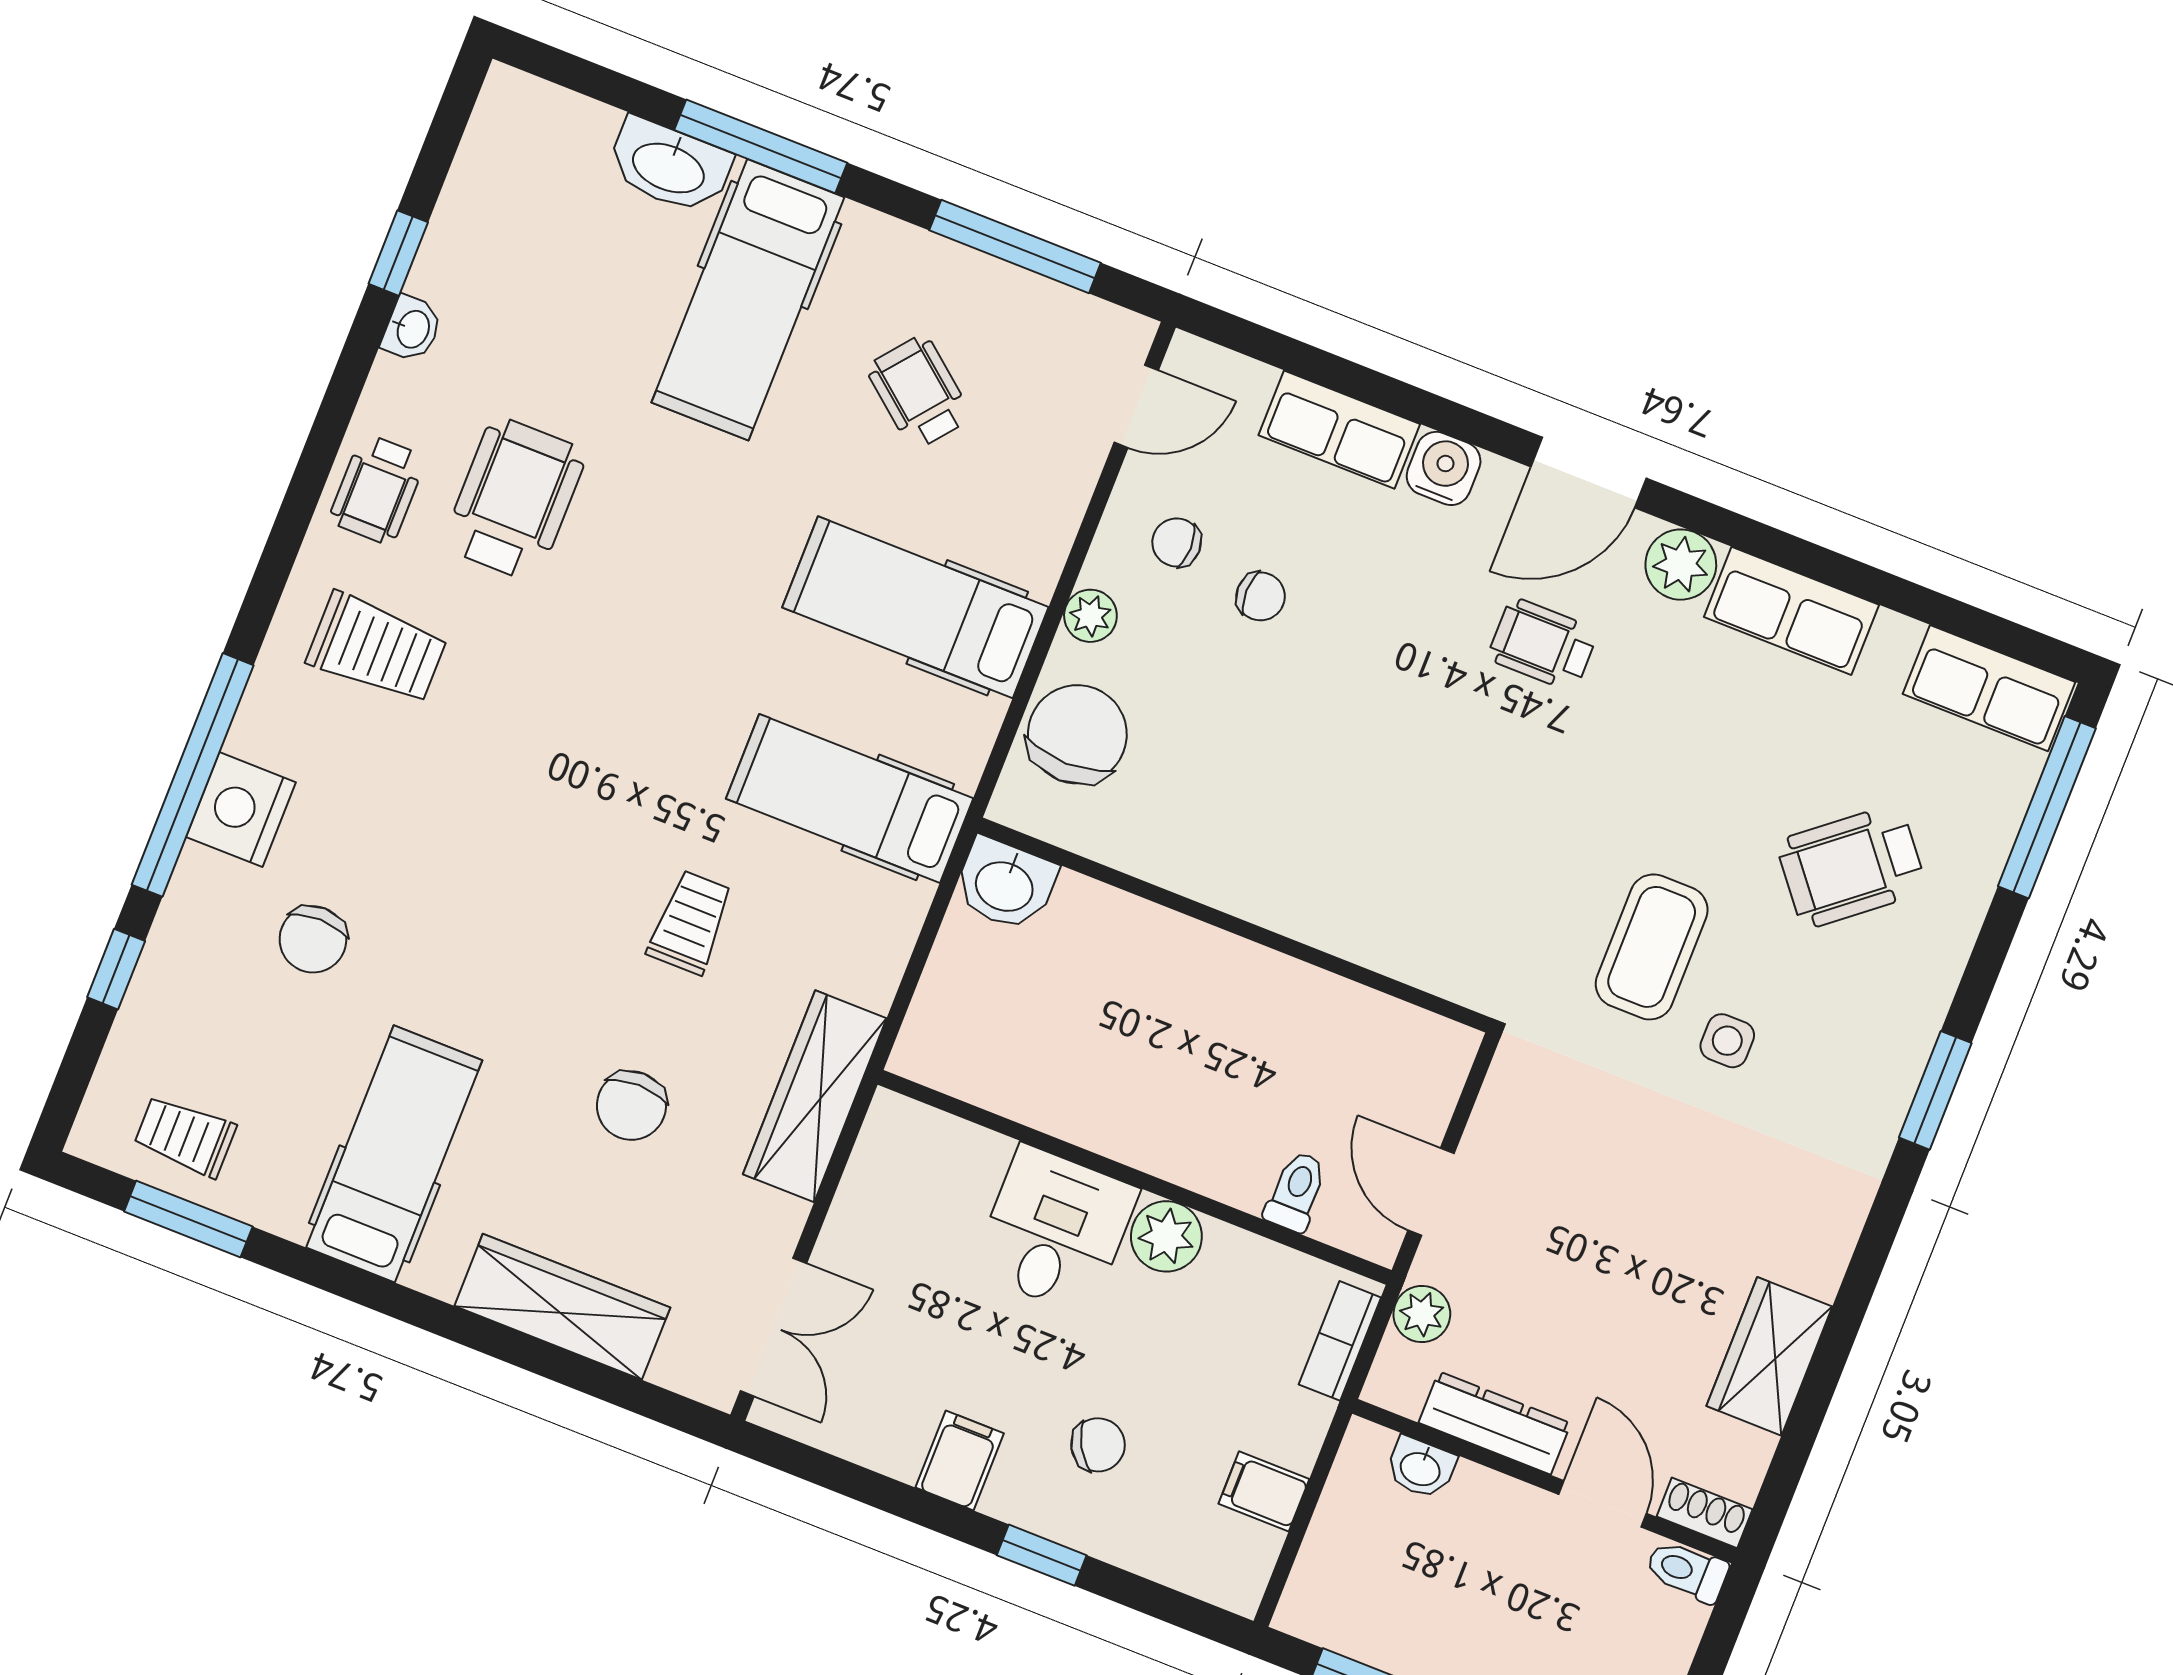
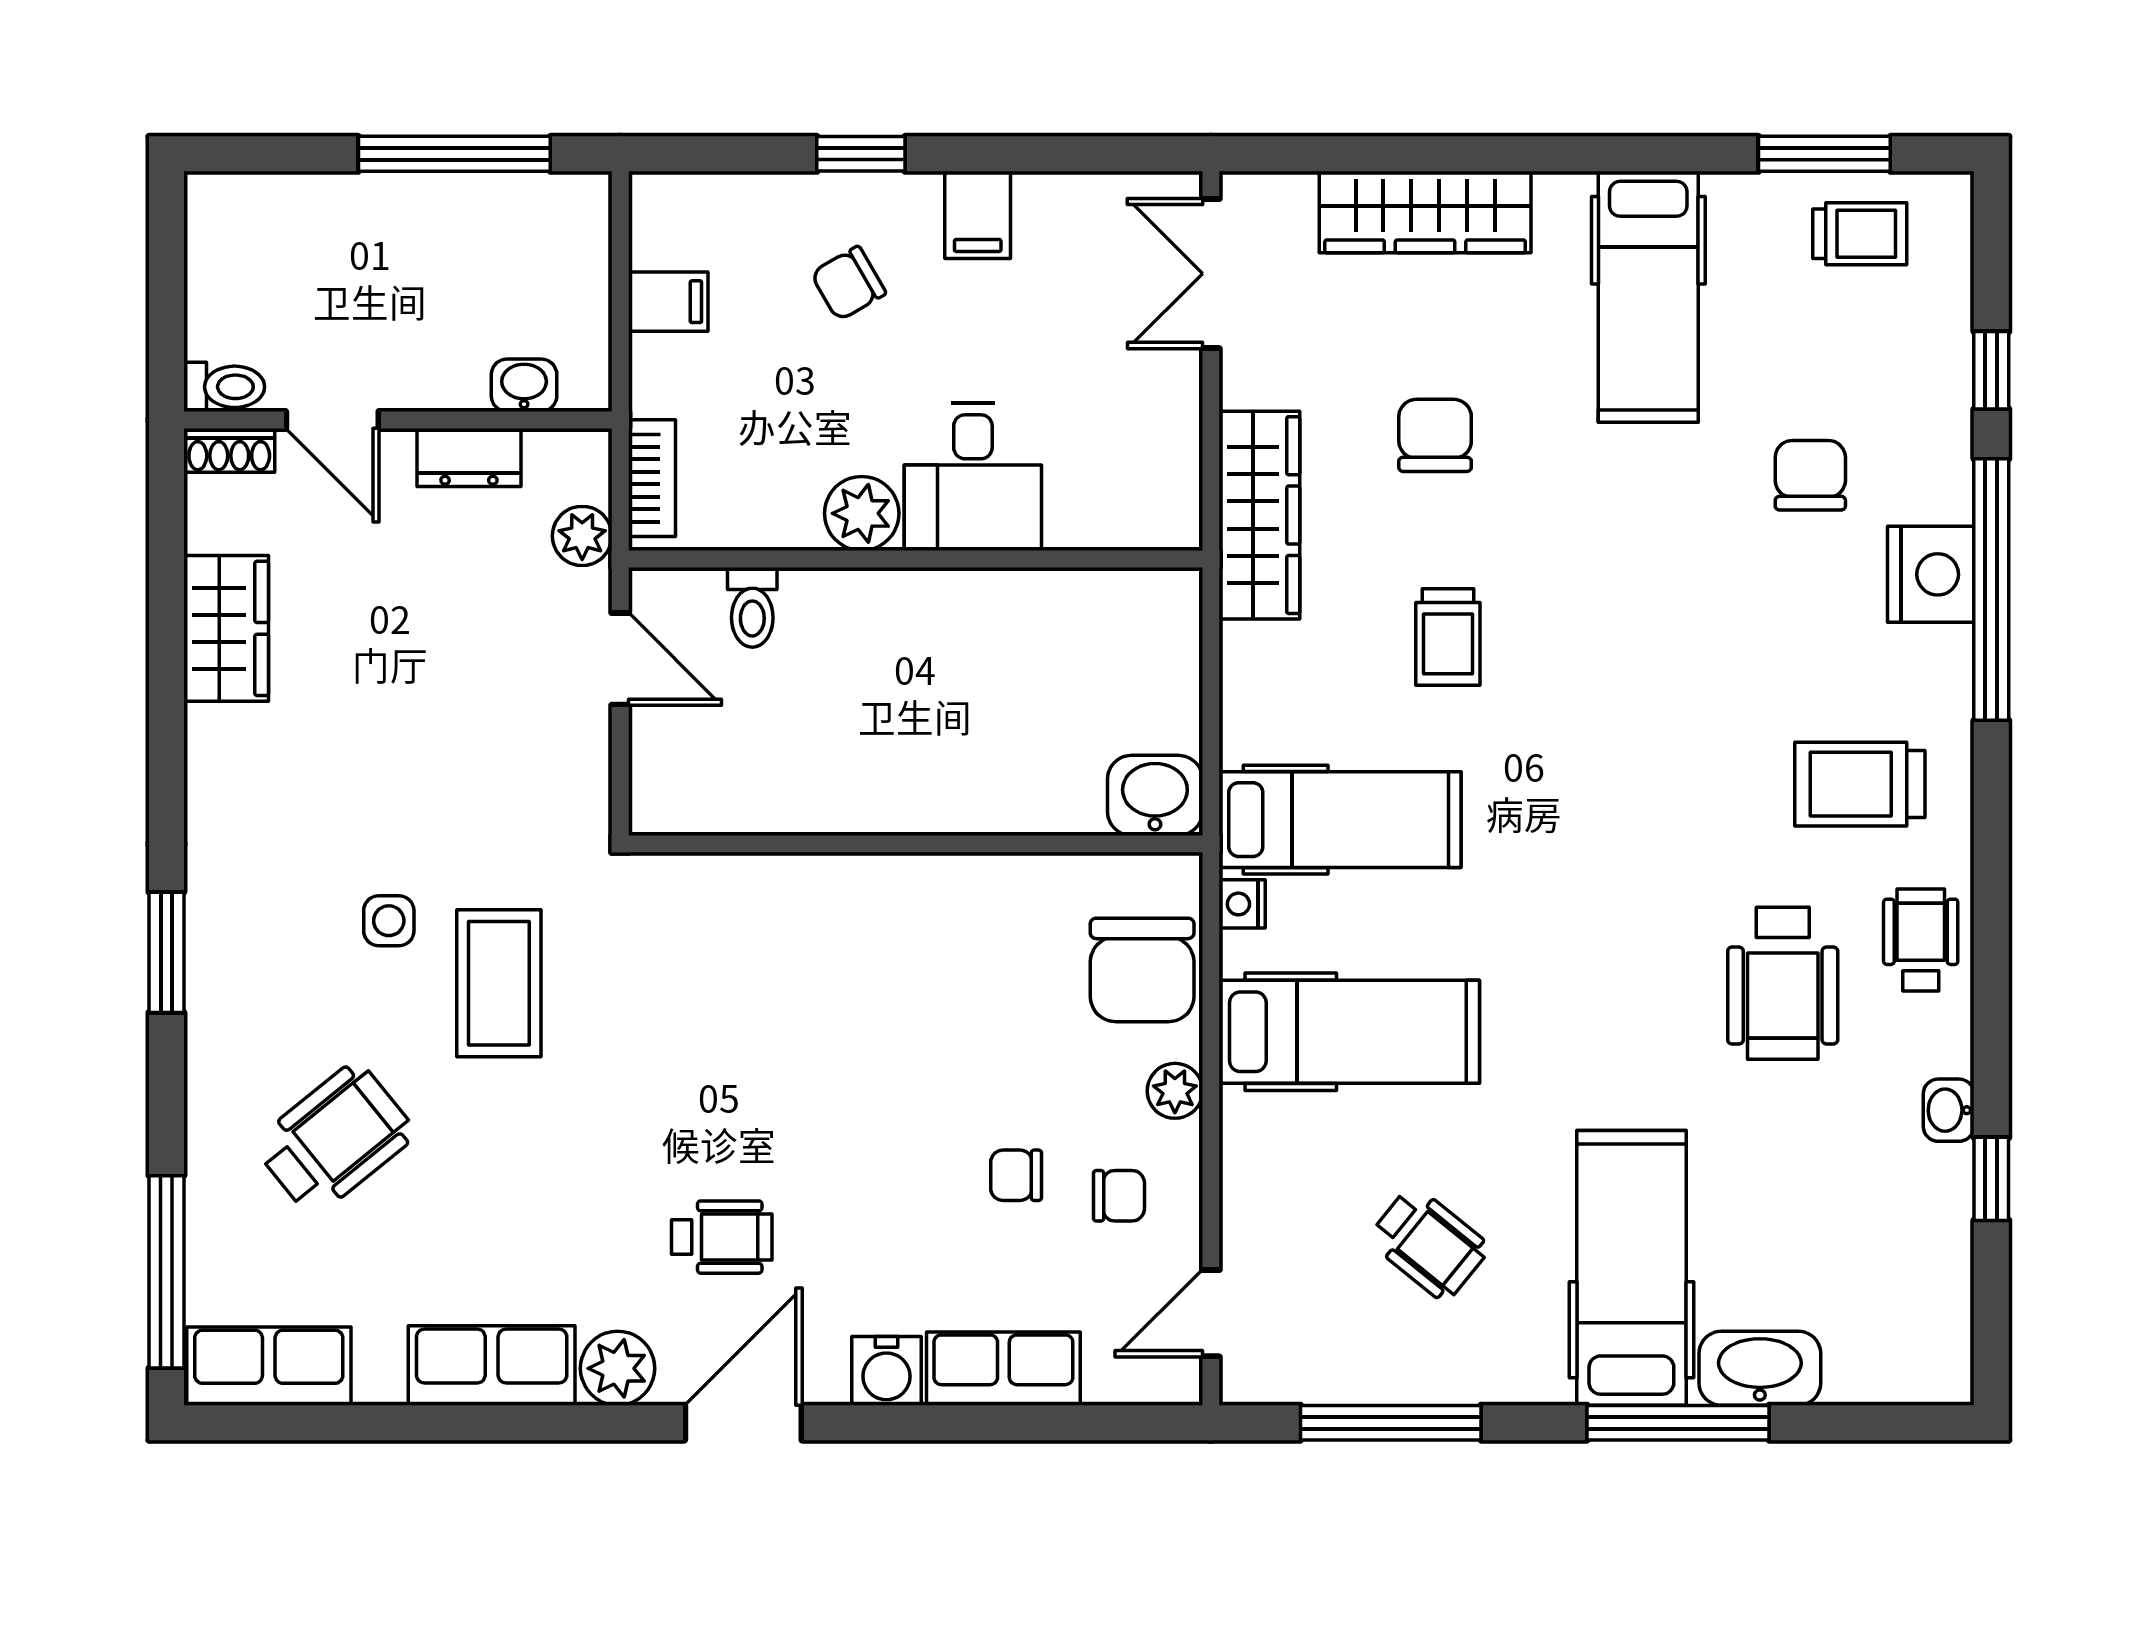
nightstand: (966, 758) -> (1242, 904), added
dresser: (1495, 1423) -> (469, 457), width x0.70

